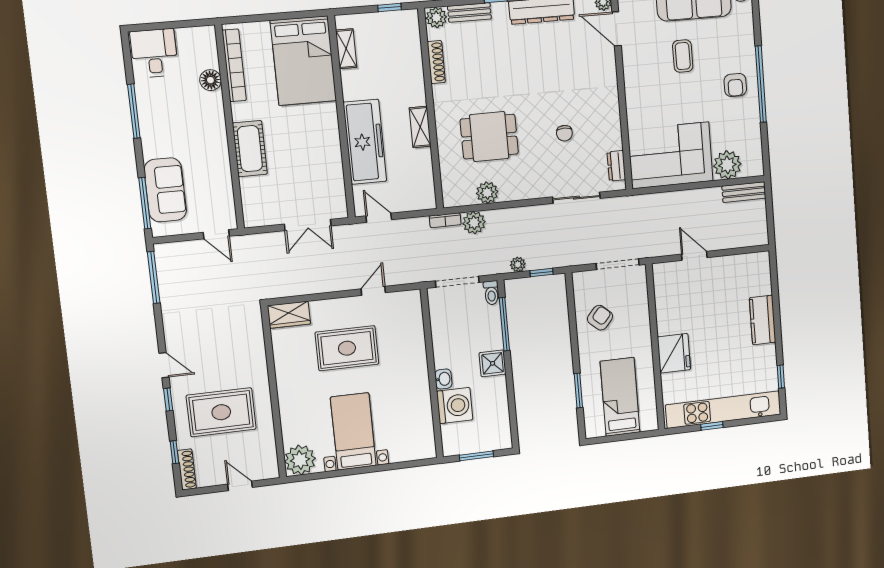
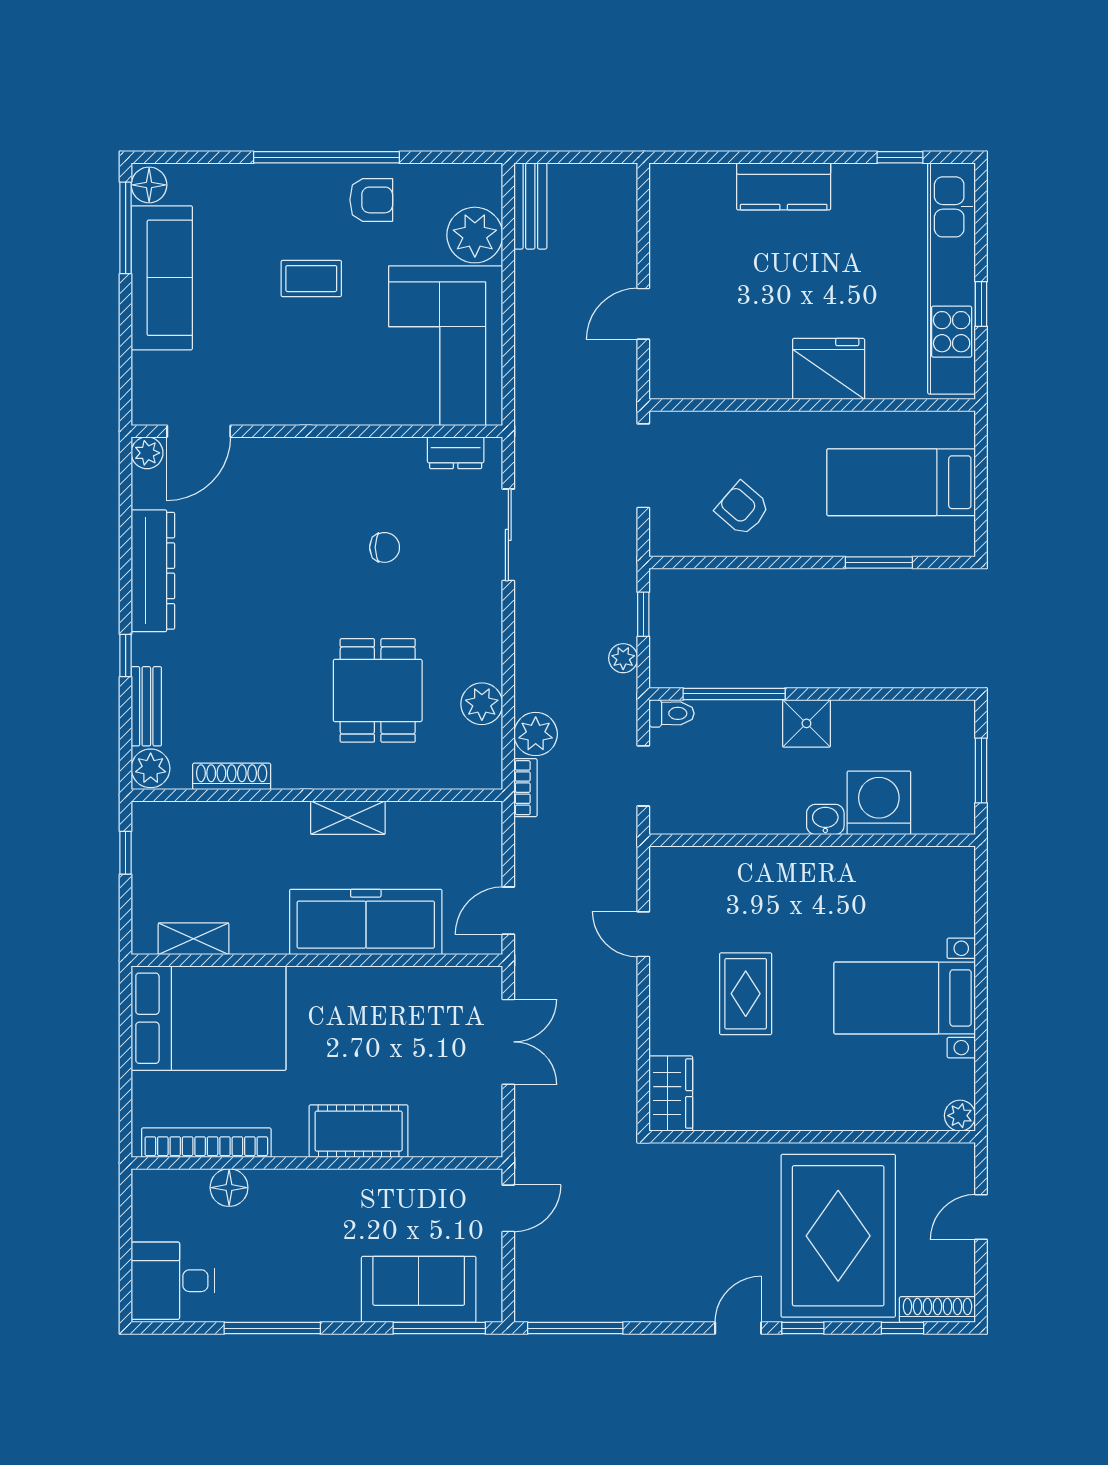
coffee table: (683, 56) -> (311, 279), moved
armchair: (735, 85) -> (371, 200), moved
doorway: (457, 282) -> (643, 776), width x0.73
rug: (347, 348) -> (746, 994), width x0.73, depth x0.70
rug: (221, 412) -> (838, 1236), width x1.37, depth x1.44
plant: (300, 460) -> (960, 1116), width x0.53, depth x0.53

